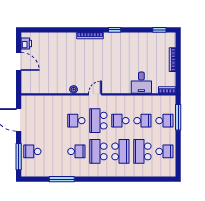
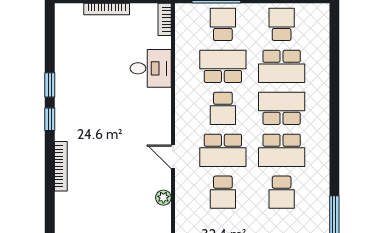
window: (159, 30) -> (50, 85), moved
school desk: (142, 121) -> (223, 66), width x1.85
school desk: (76, 151) -> (282, 192), turned 180

